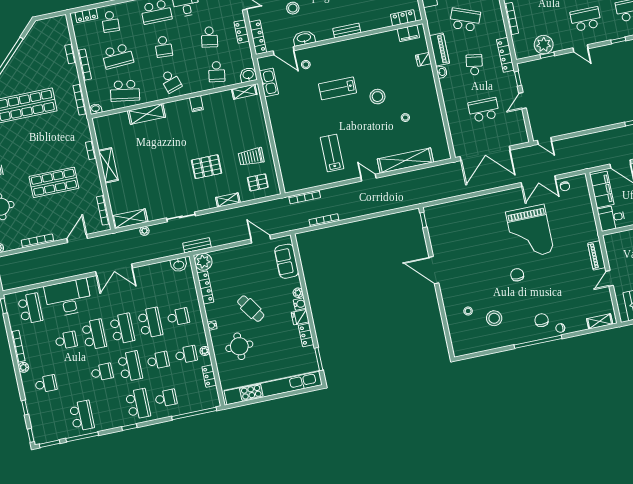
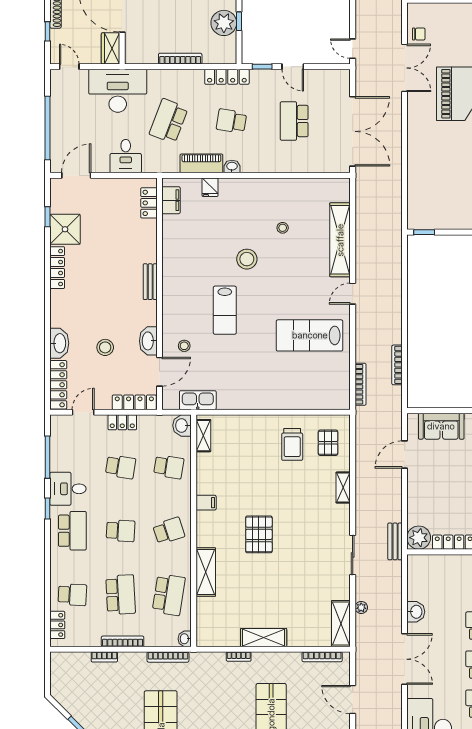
door: (544, 141) -> (353, 49), swing flipped
lab bench: (332, 153) -> (310, 335), width x1.36, depth x1.39
pallet: (207, 167) -> (259, 534), moved
washbasin: (179, 265) -> (416, 612), moved

